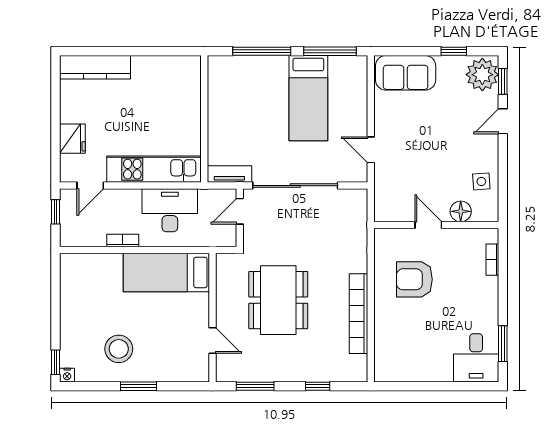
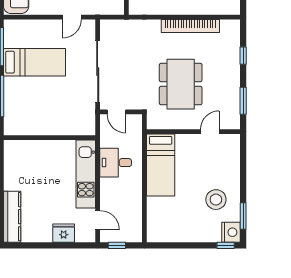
tv unit: (229, 174) -> (89, 119), removed
desk: (170, 210) -> (116, 163), width x0.73
bookcase: (123, 240) -> (137, 197), removed
dining table: (278, 300) -> (181, 84), turned 90
nightstand: (67, 375) -> (231, 232), width x1.89, depth x1.79
window: (139, 386) -> (243, 216), moved

